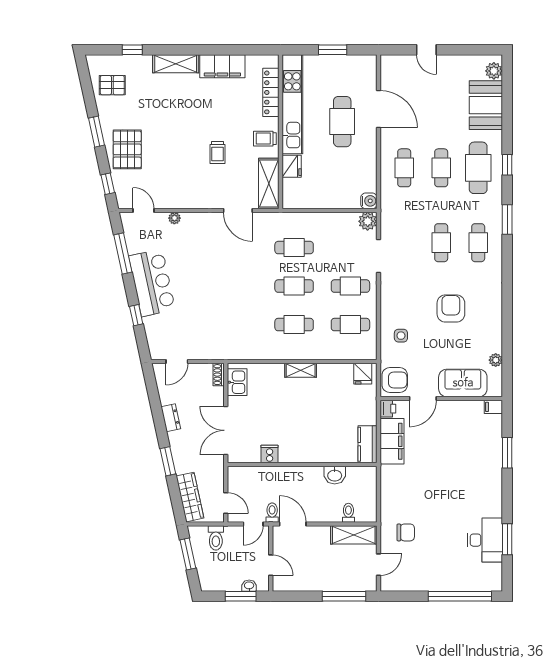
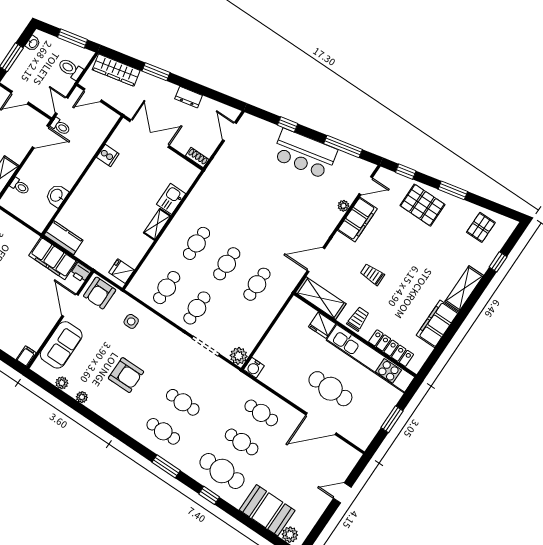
filing cabinet: (178, 198) -> (357, 220), added
plant: (496, 334) -> (82, 397), added
kitchen sink: (237, 382) -> (171, 199), moved, turned 90
washbasin: (249, 586) -> (33, 43), moved

